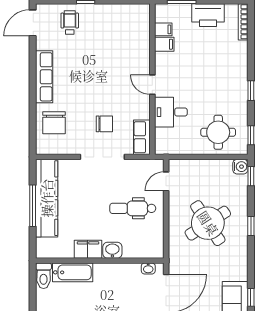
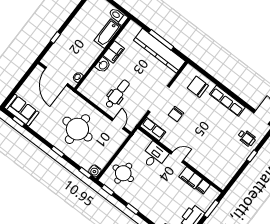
filing cabinet: (164, 44) -> (191, 178), width x2.00
round table: (208, 223) -> (77, 129), turned 33

